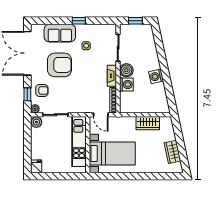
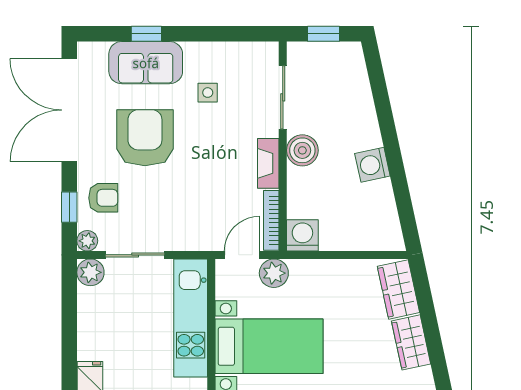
window: (79, 21) -> (146, 34), moved
armchair: (60, 65) -> (145, 138), turned -90
washing machine: (126, 85) -> (302, 235), moved, turned -90
door: (101, 115) -> (242, 255), swing flipped
plant: (114, 122) -> (274, 273), added
wardrobe: (148, 123) -> (398, 289), moved, turned 78

